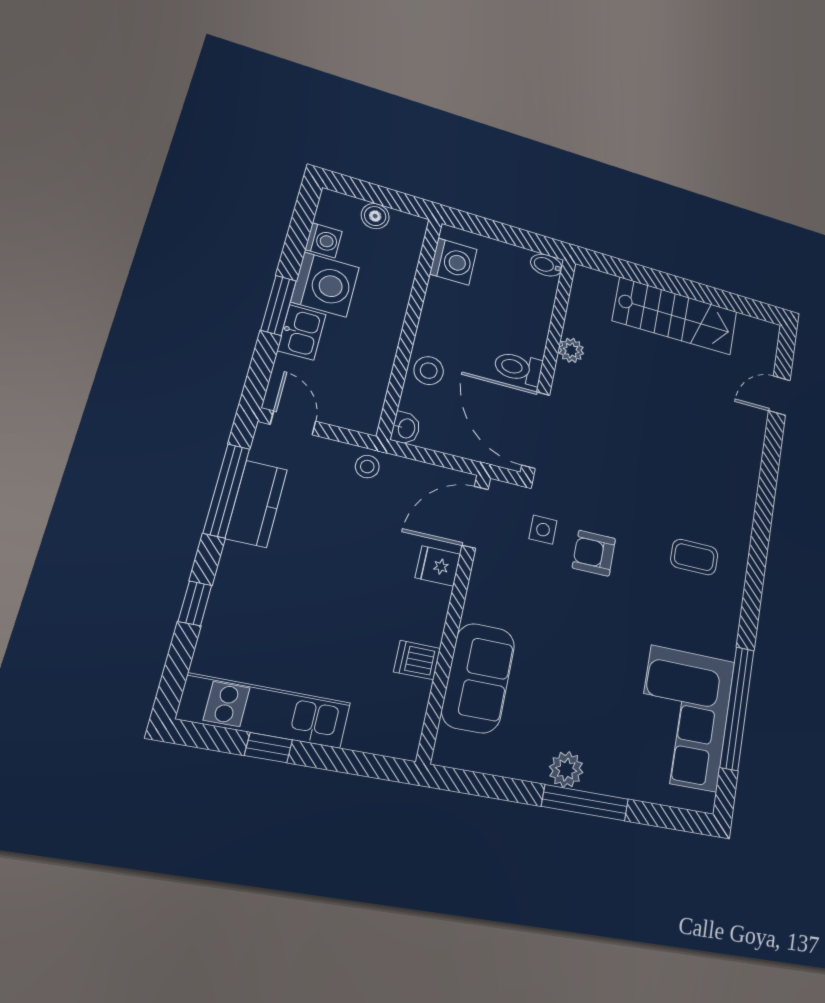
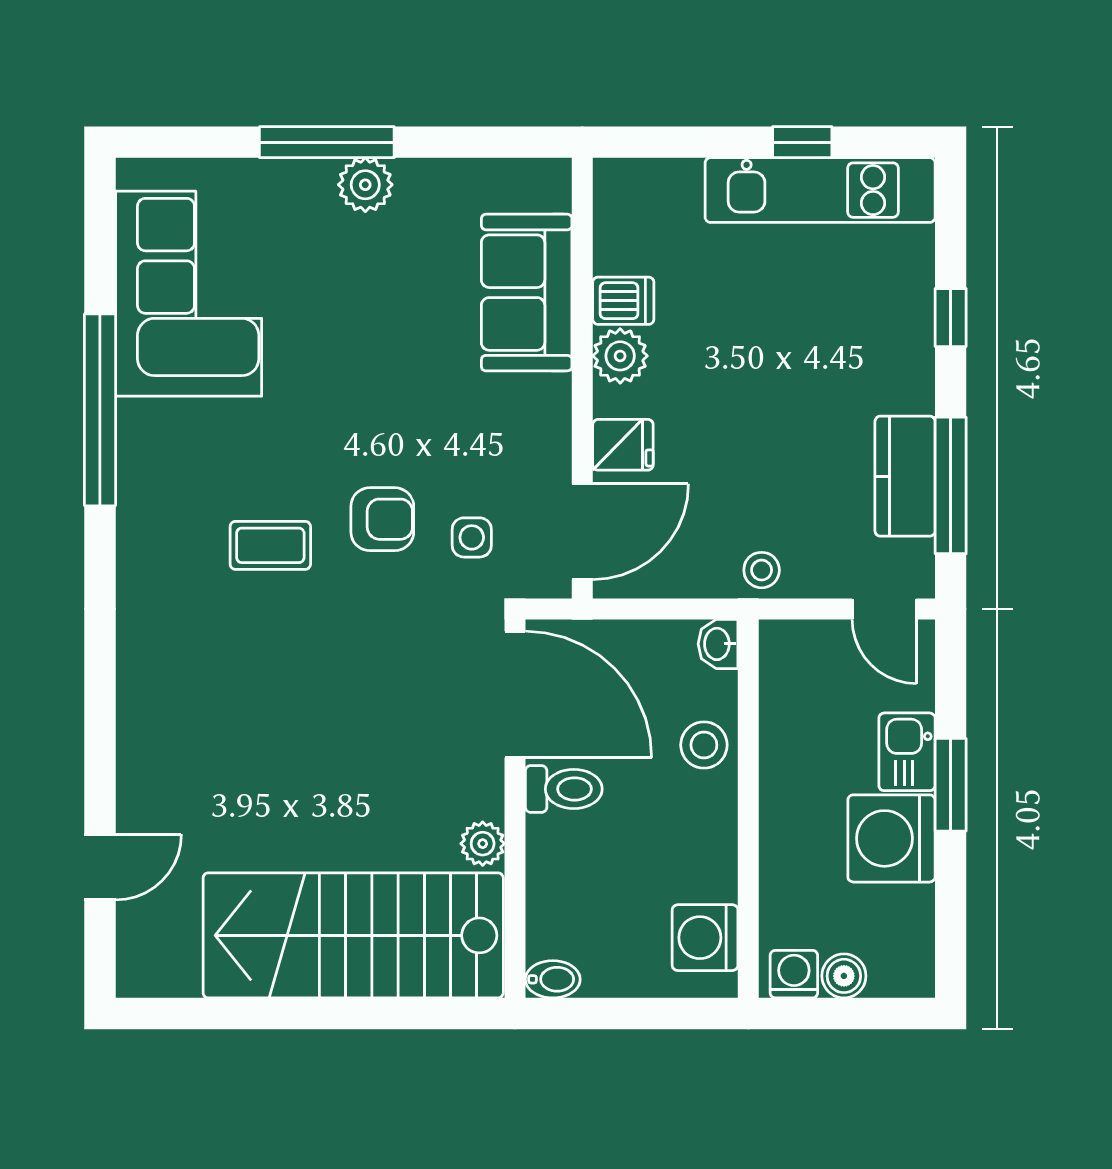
washing machine: (324, 240) -> (794, 974), moved, turned 90
stairs: (675, 316) -> (353, 935), width x1.36, depth x1.51
coffee table: (694, 557) -> (270, 545), moved
plant: (427, 624) -> (620, 356), added
window: (737, 708) -> (100, 410), moved

